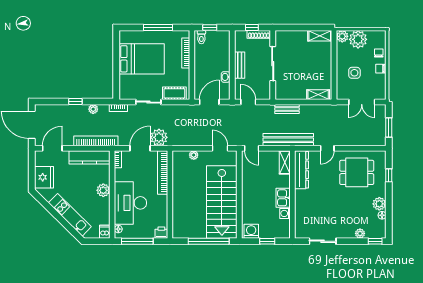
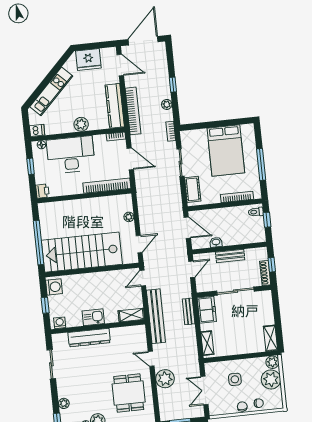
freezer: (287, 92) -> (207, 310), added
plant: (159, 137) -> (165, 379), moved
dresser: (302, 170) -> (89, 338), moved
washing machine: (285, 213) -> (60, 323), moved
window: (137, 241) -> (31, 166), width x0.46

